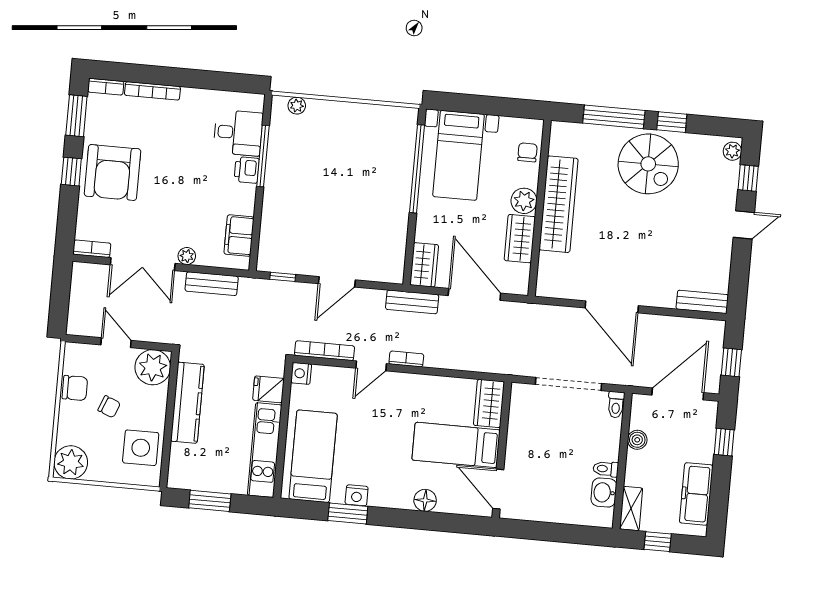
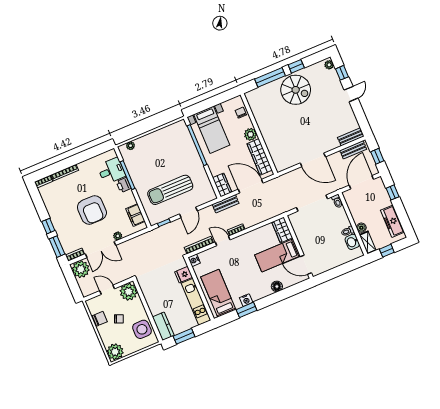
window: (76, 116) -> (57, 247), moved
armchair: (113, 172) -> (92, 210), moved
wardrobe: (559, 204) -> (266, 128), removed
sun lounger: (326, 224) -> (170, 190), added
wardrobe: (520, 239) -> (260, 157), width x1.50
plant: (88, 280) -> (81, 269), added
bench: (212, 284) -> (353, 150), moved
door: (371, 366) -> (223, 241), swing flipped
kitchen counter: (187, 403) -> (163, 326), moved, width x0.67
boiler: (637, 440) -> (361, 228), moved

